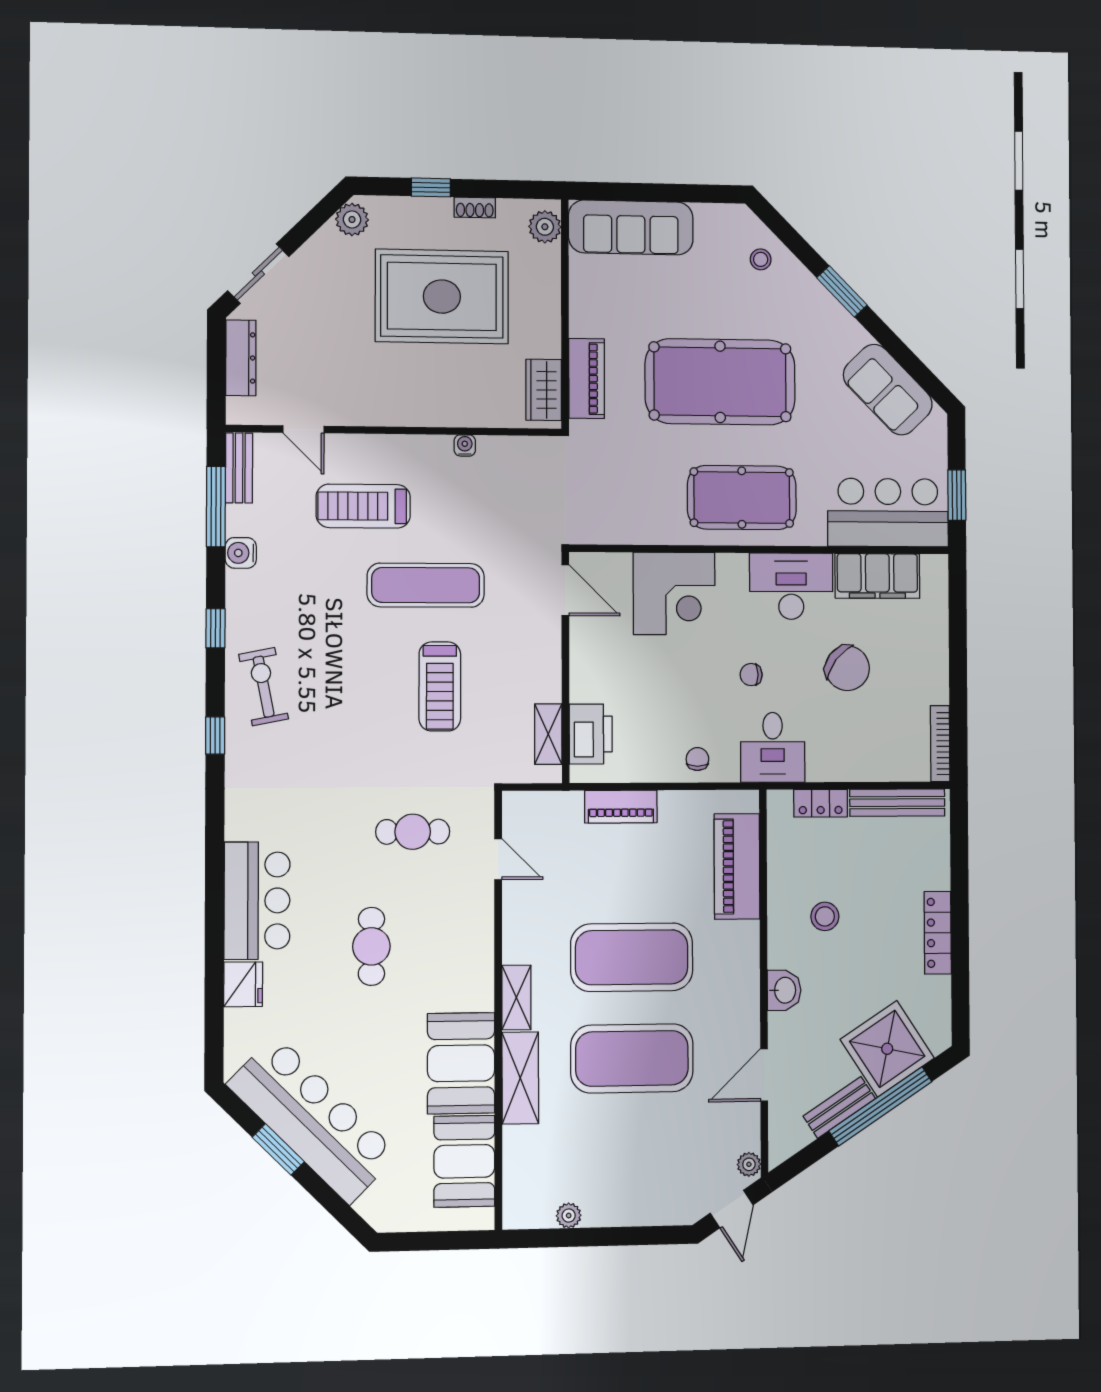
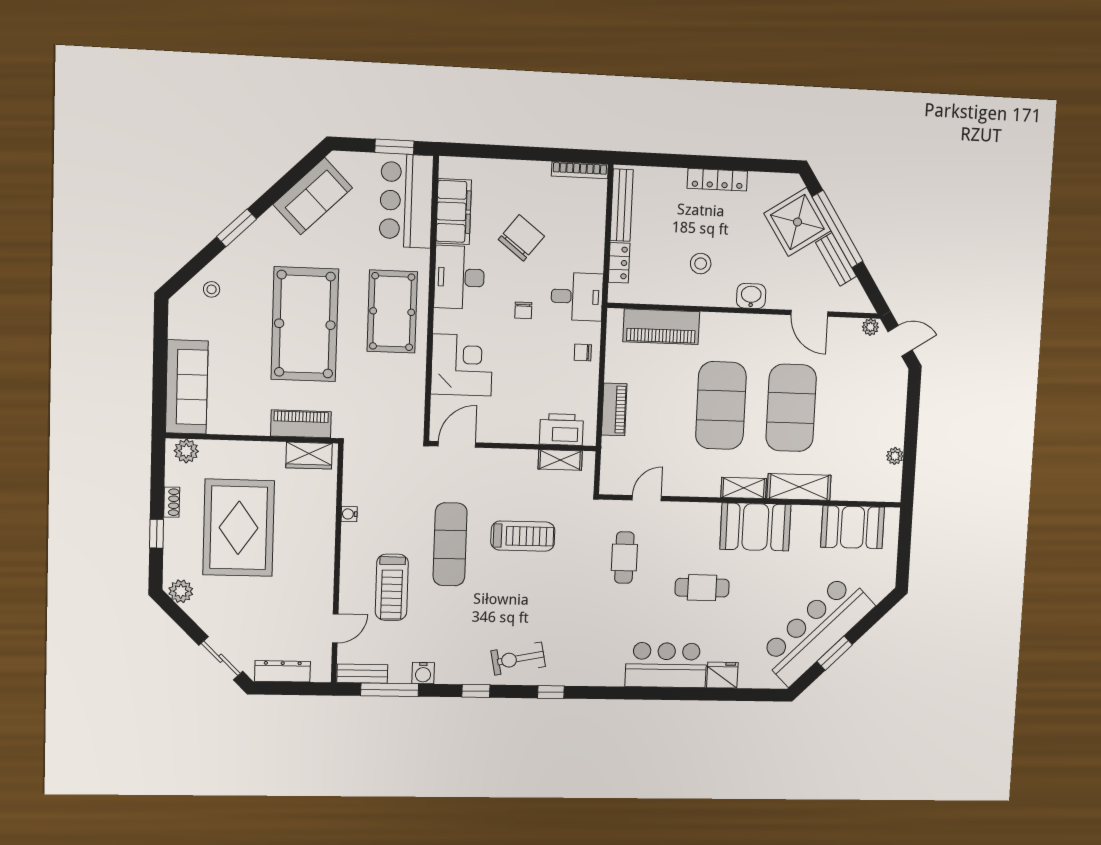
booth: (461, 1063) -> (755, 527), moved

